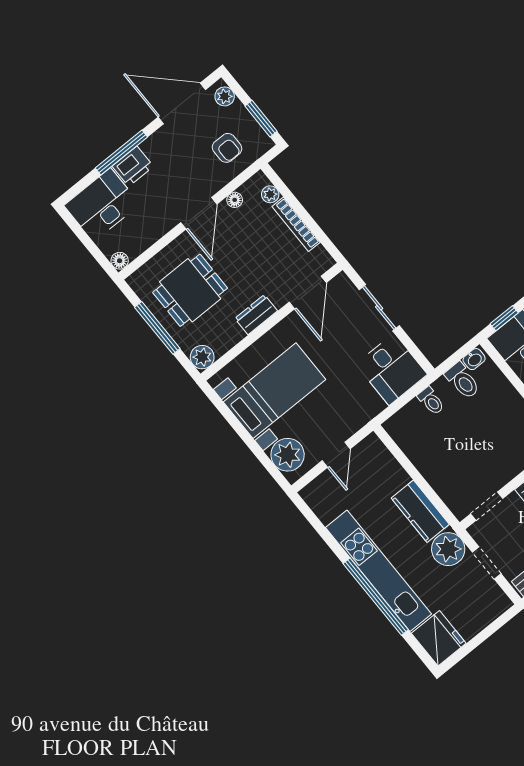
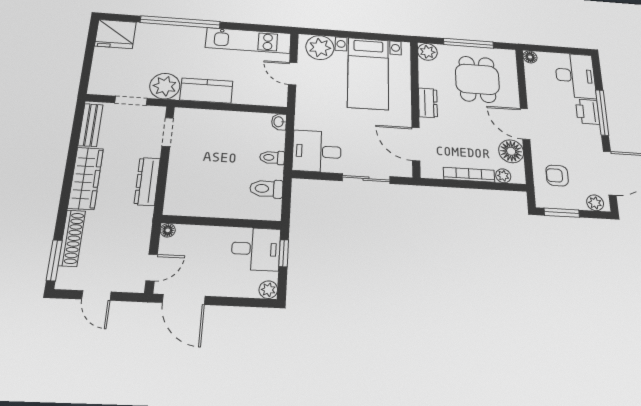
floor lamp: (235, 200) -> (511, 151), width x1.89, depth x1.89
washbasin: (474, 359) -> (279, 122), moved
kitchen unit: (378, 571) -> (248, 40), moved, width x0.73

